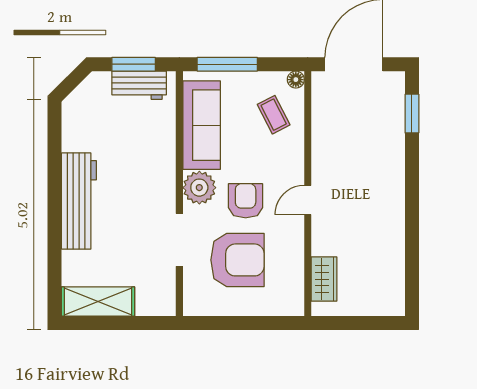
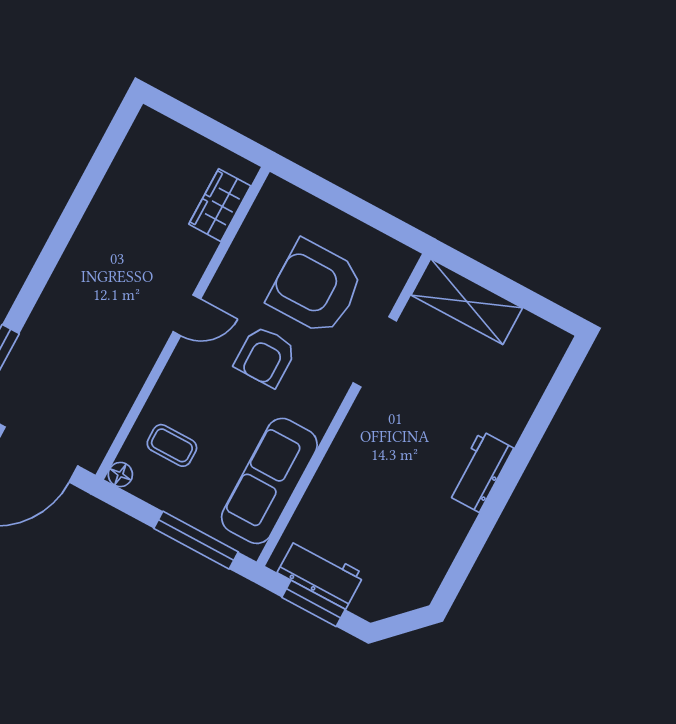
coffee table: (274, 115) -> (172, 445), turned -63
plant: (199, 188) -> (315, 404), removed
workbench: (79, 201) -> (480, 471), width x0.53, depth x0.76
shelving: (98, 302) -> (467, 302), moved

